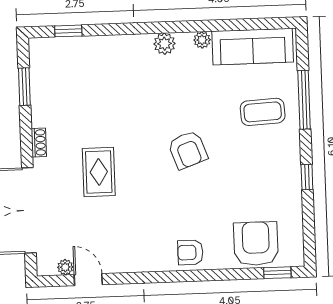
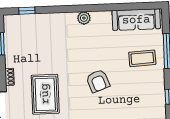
plant: (202, 40) -> (106, 16), removed
rug: (99, 172) -> (45, 94), width x1.36, depth x1.43

